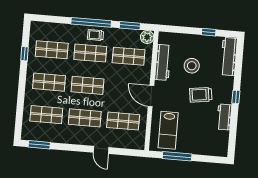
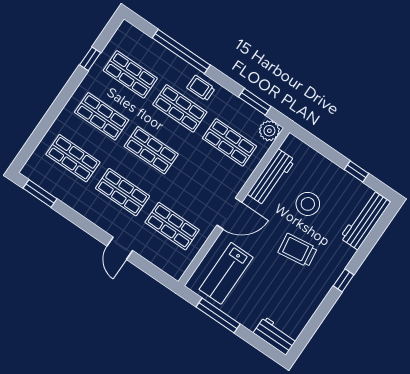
window: (91, 22) -> (181, 51), moved
door: (151, 96) -> (229, 214), swing flipped
workbench: (224, 117) -> (275, 336), moved, turned 90

